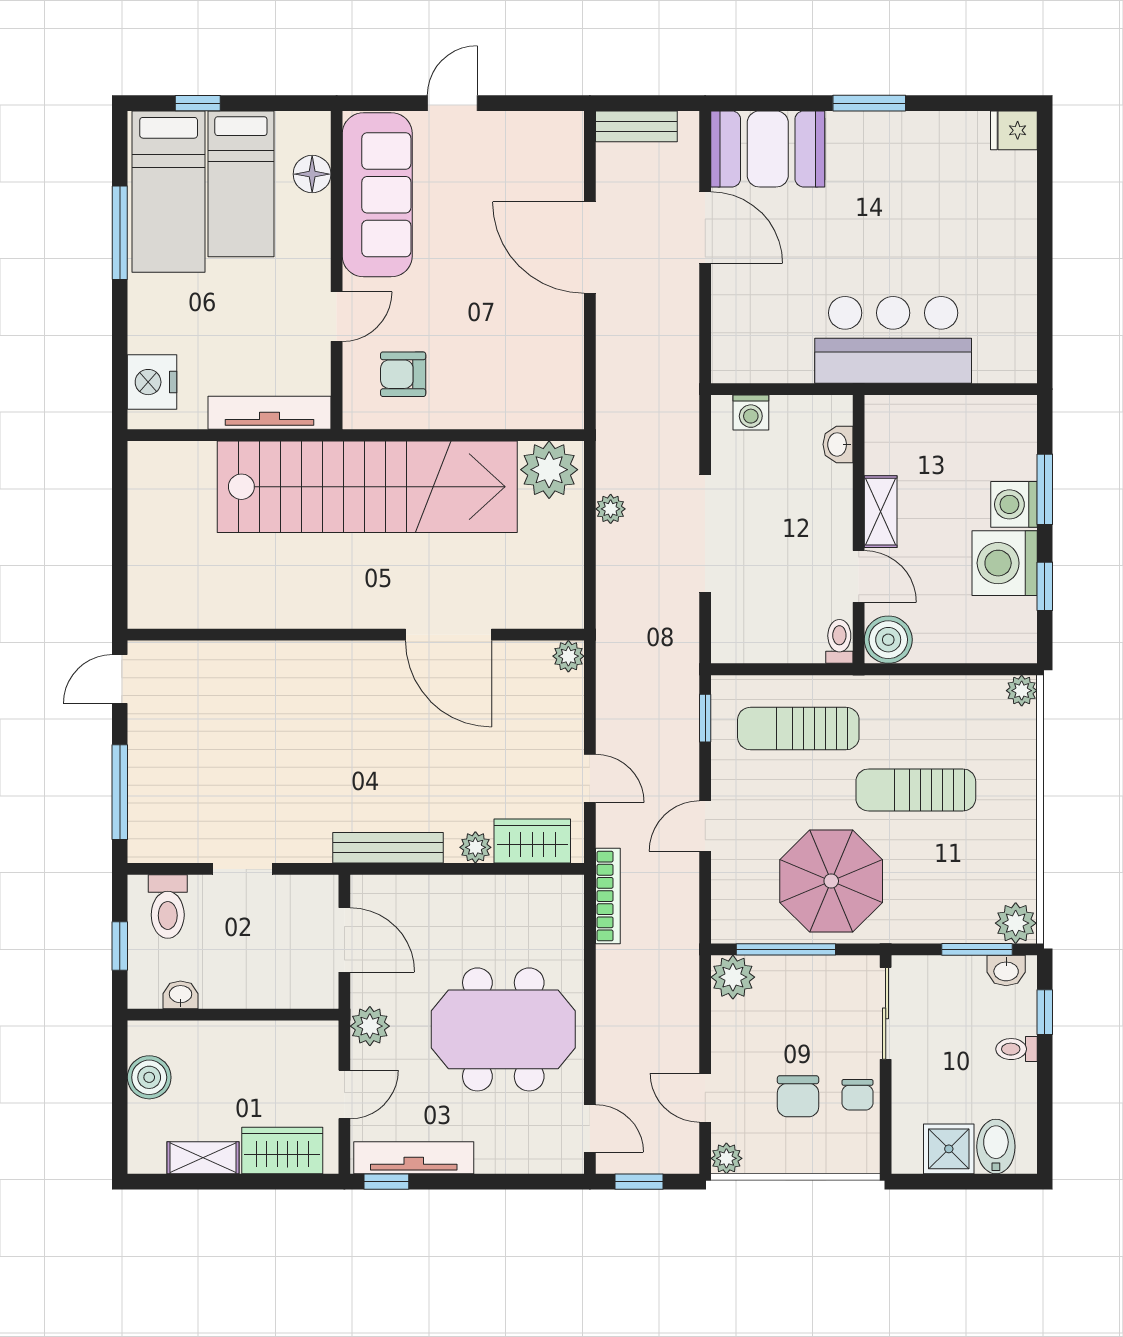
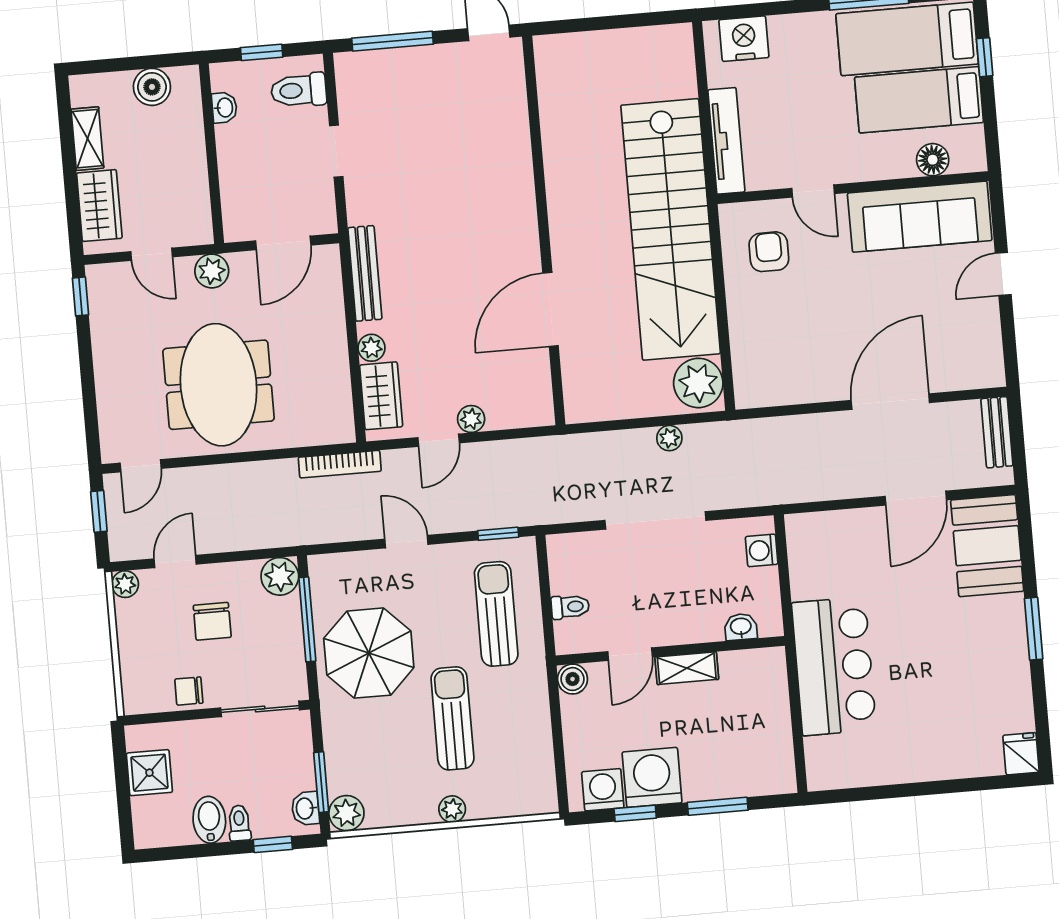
door: (452, 103) -> (1003, 274), swing flipped
washing machine: (1014, 504) -> (603, 790), moved
boiler: (888, 640) -> (573, 679), width x0.73, depth x0.73
toilet: (839, 641) -> (570, 607), moved
plant: (568, 656) -> (471, 419), moved
plant: (1022, 691) -> (452, 809), moved
chair: (798, 1096) -> (212, 621), moved, turned -90
bidet: (996, 1147) -> (209, 820), moved, turned -90
tv unit: (414, 1158) -> (103, 318), removed

